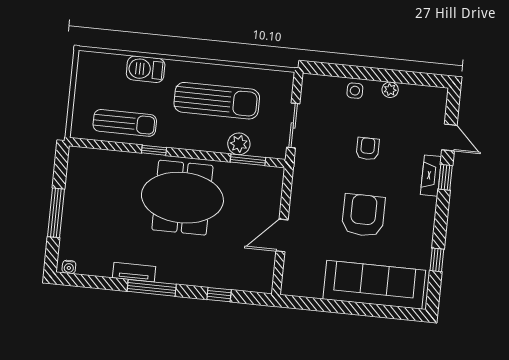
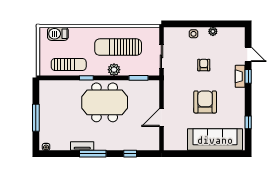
barbecue: (146, 69) -> (58, 34), moved
sun lounger: (217, 101) -> (118, 47), turned 180
plant: (239, 144) -> (114, 70), moved

